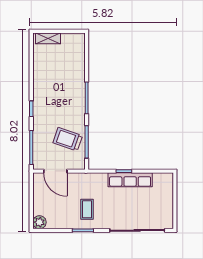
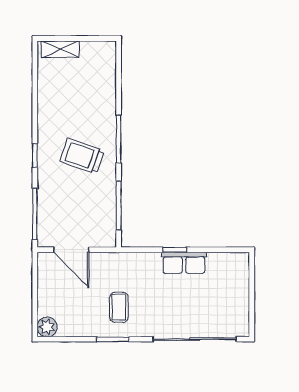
trolley: (68, 139) -> (82, 156), moved
row of seats: (130, 180) -> (184, 263), width x0.68

